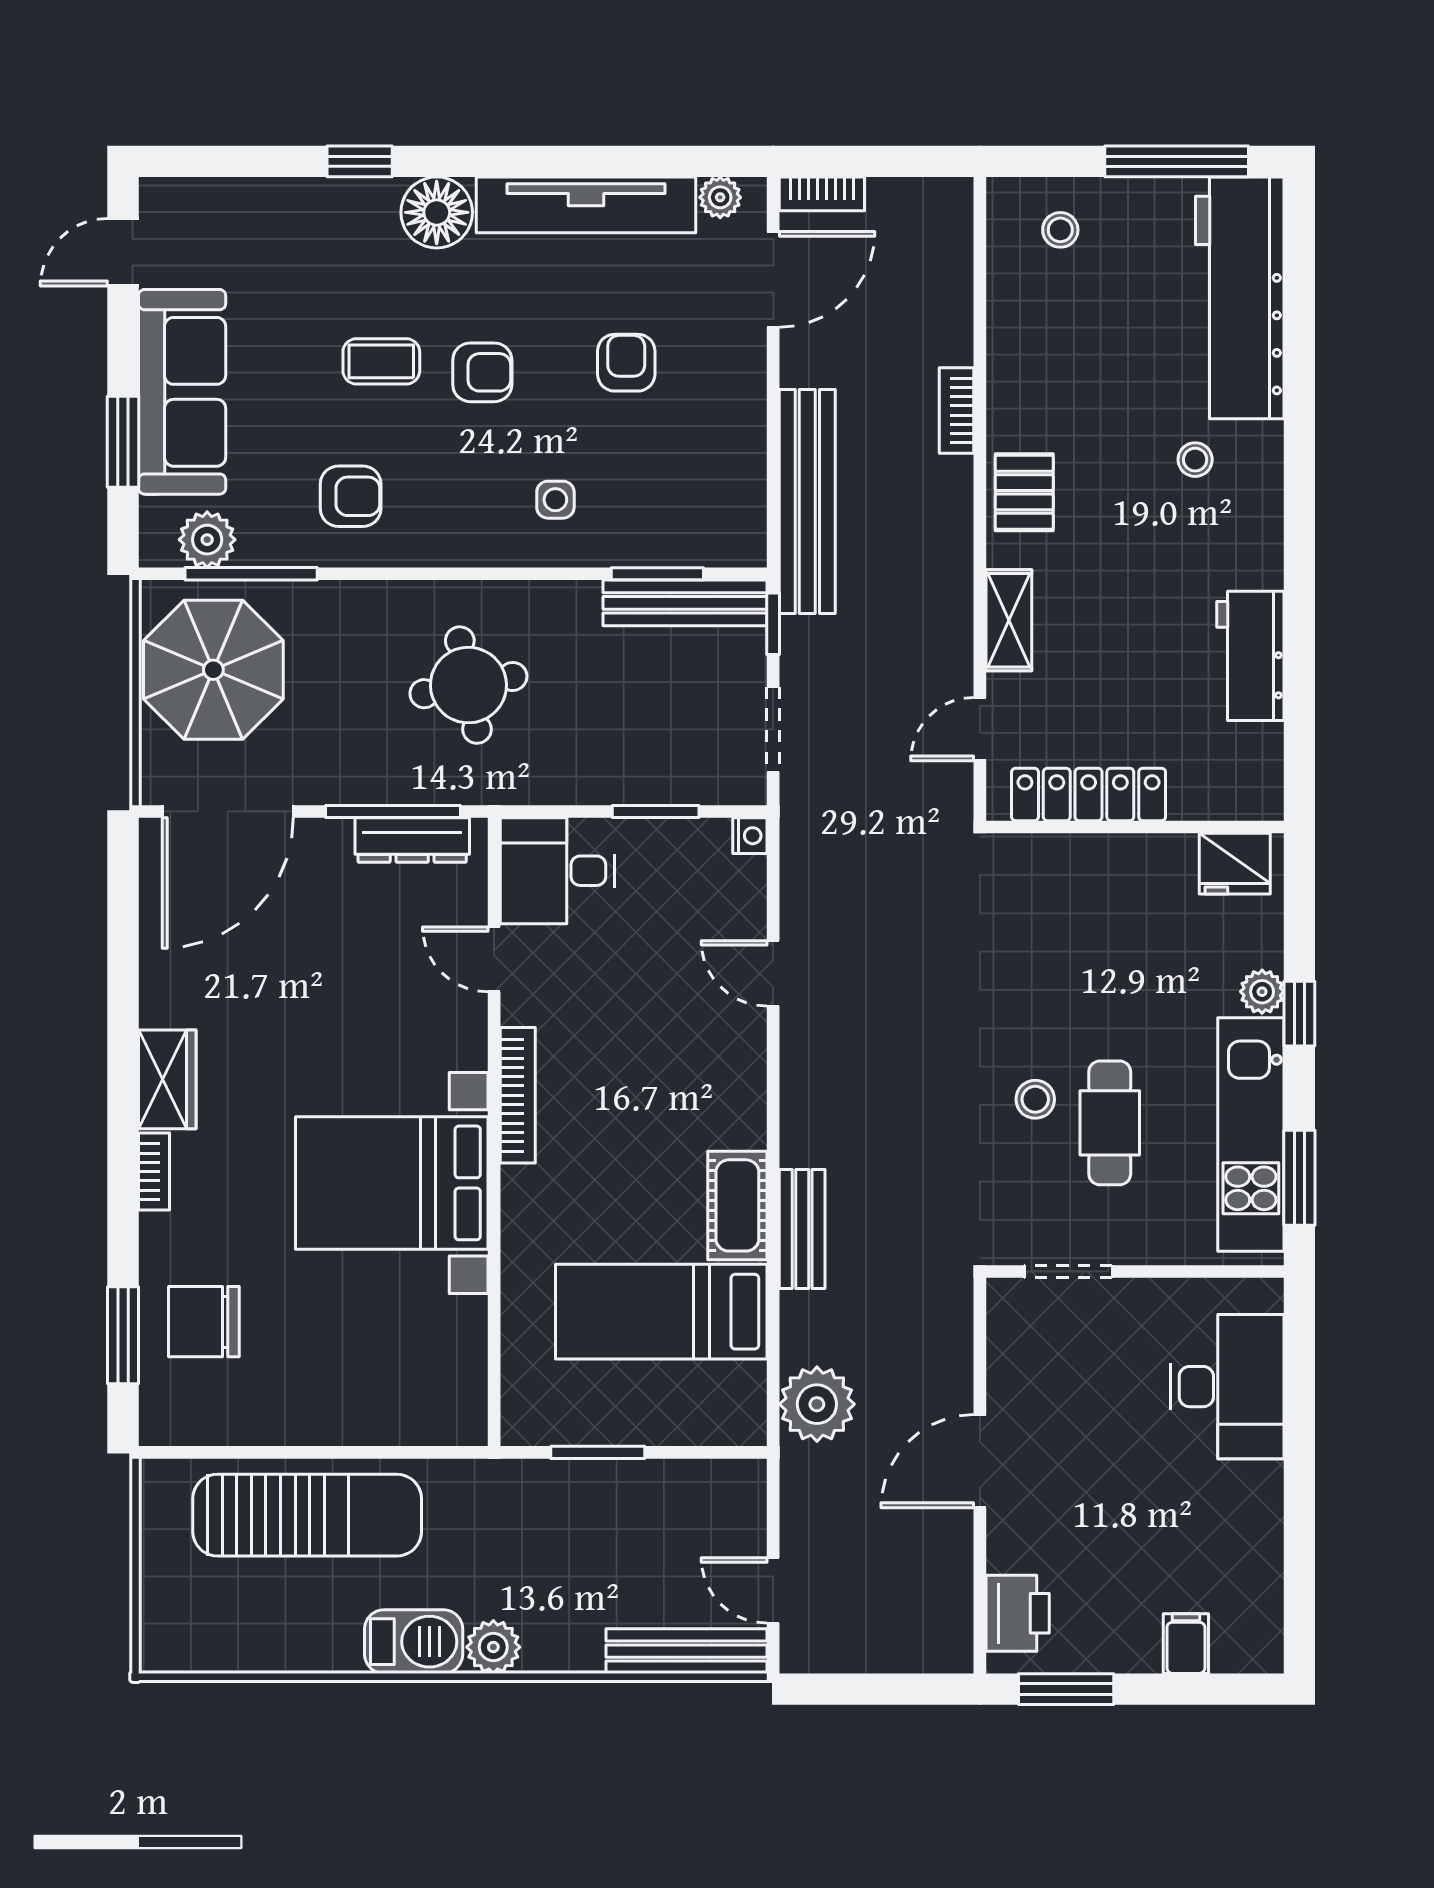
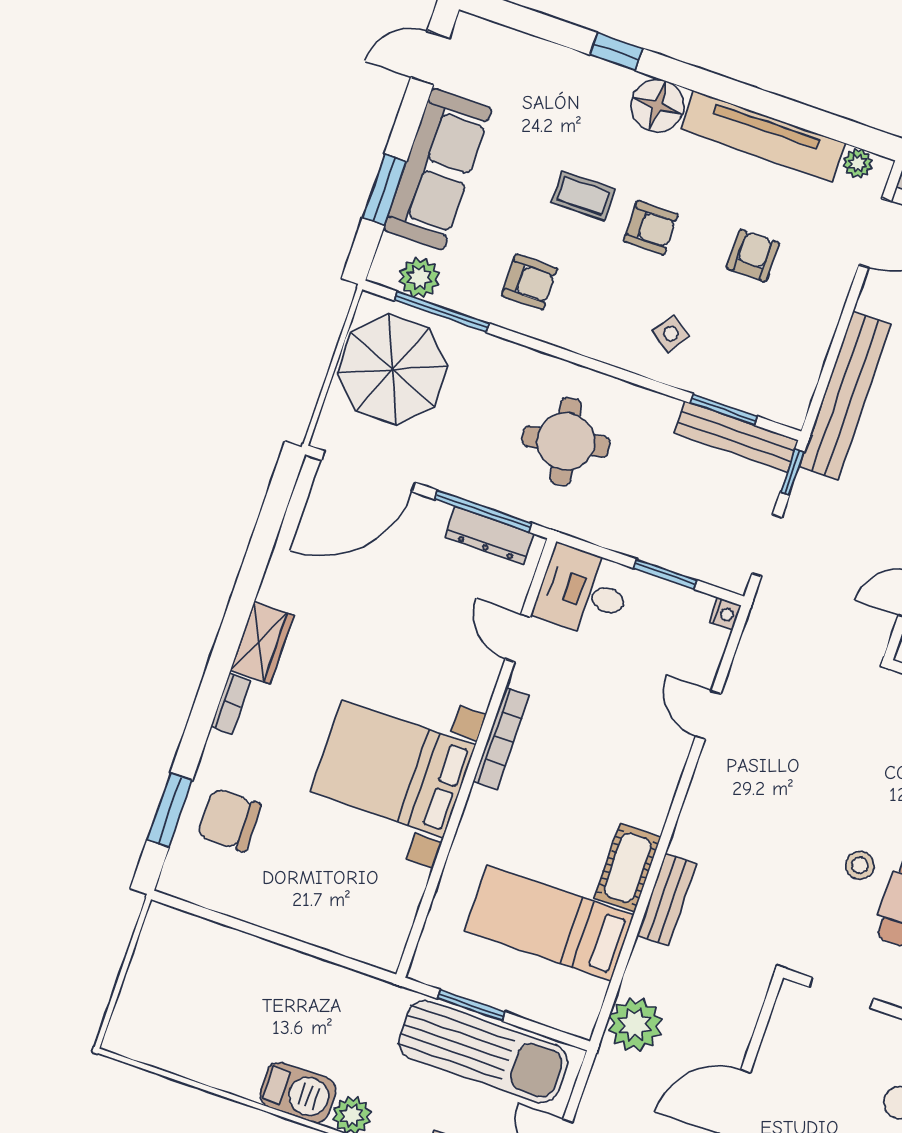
side table: (555, 500) -> (671, 334), turned 35
sun lounger: (307, 1515) -> (483, 1052), moved

